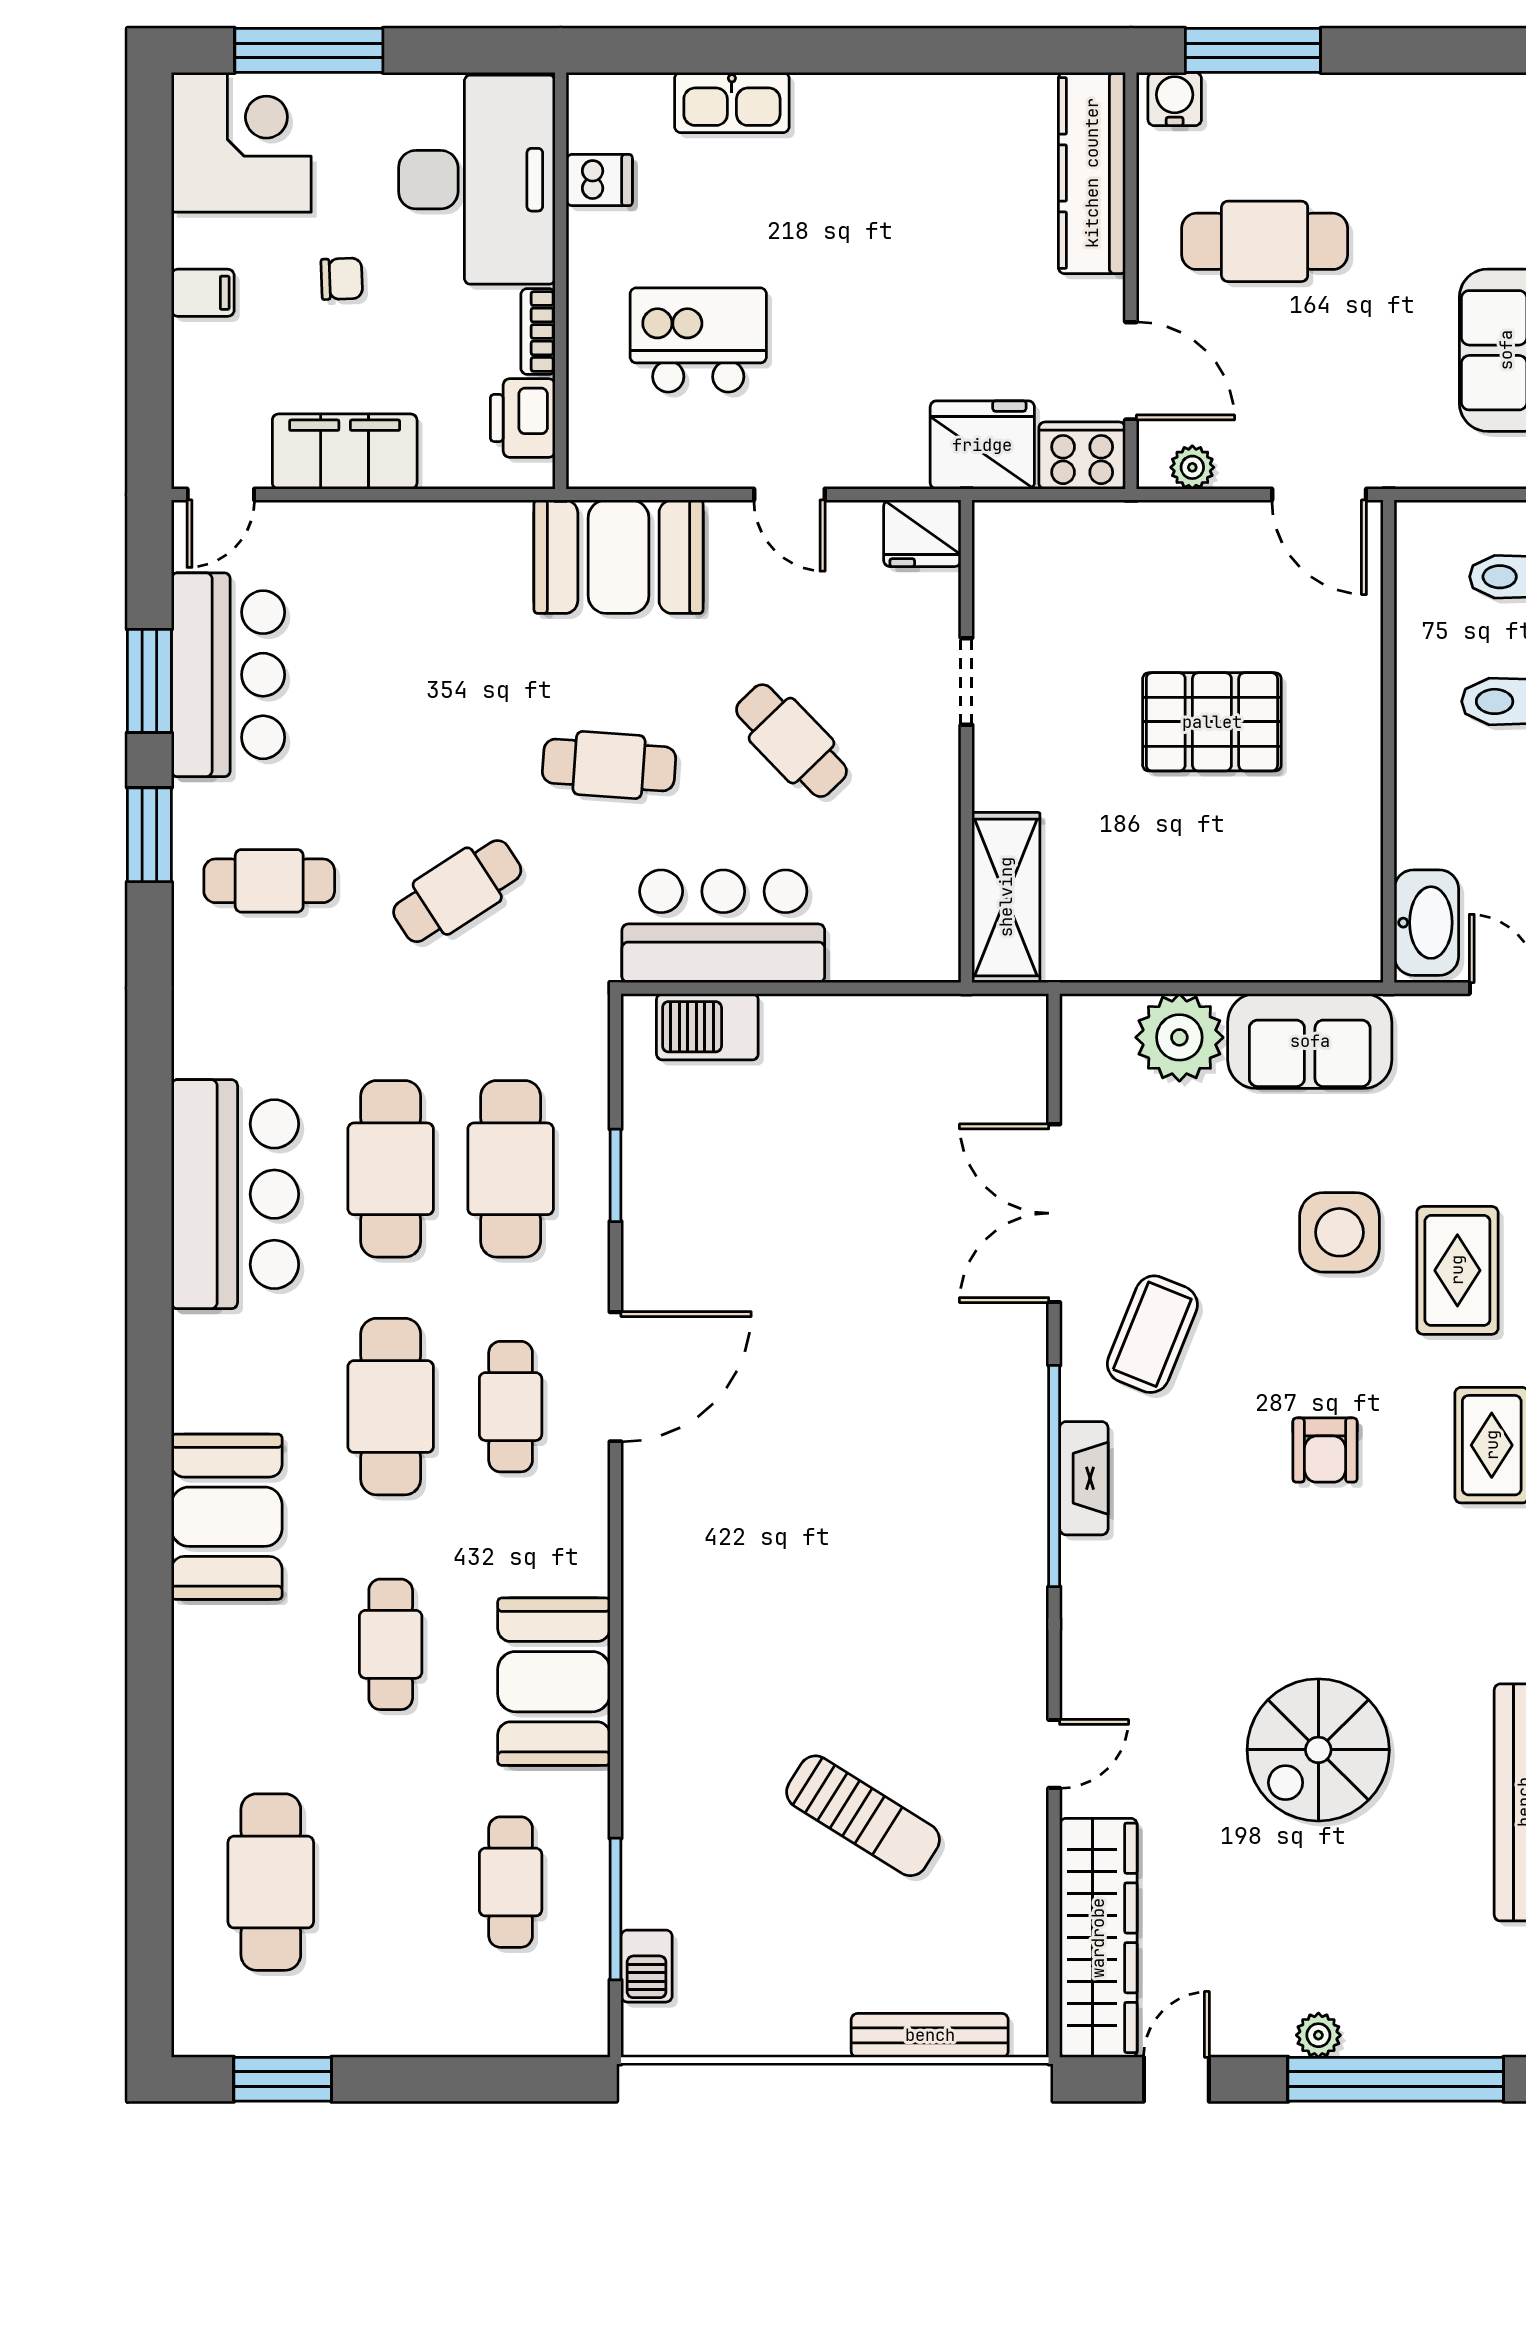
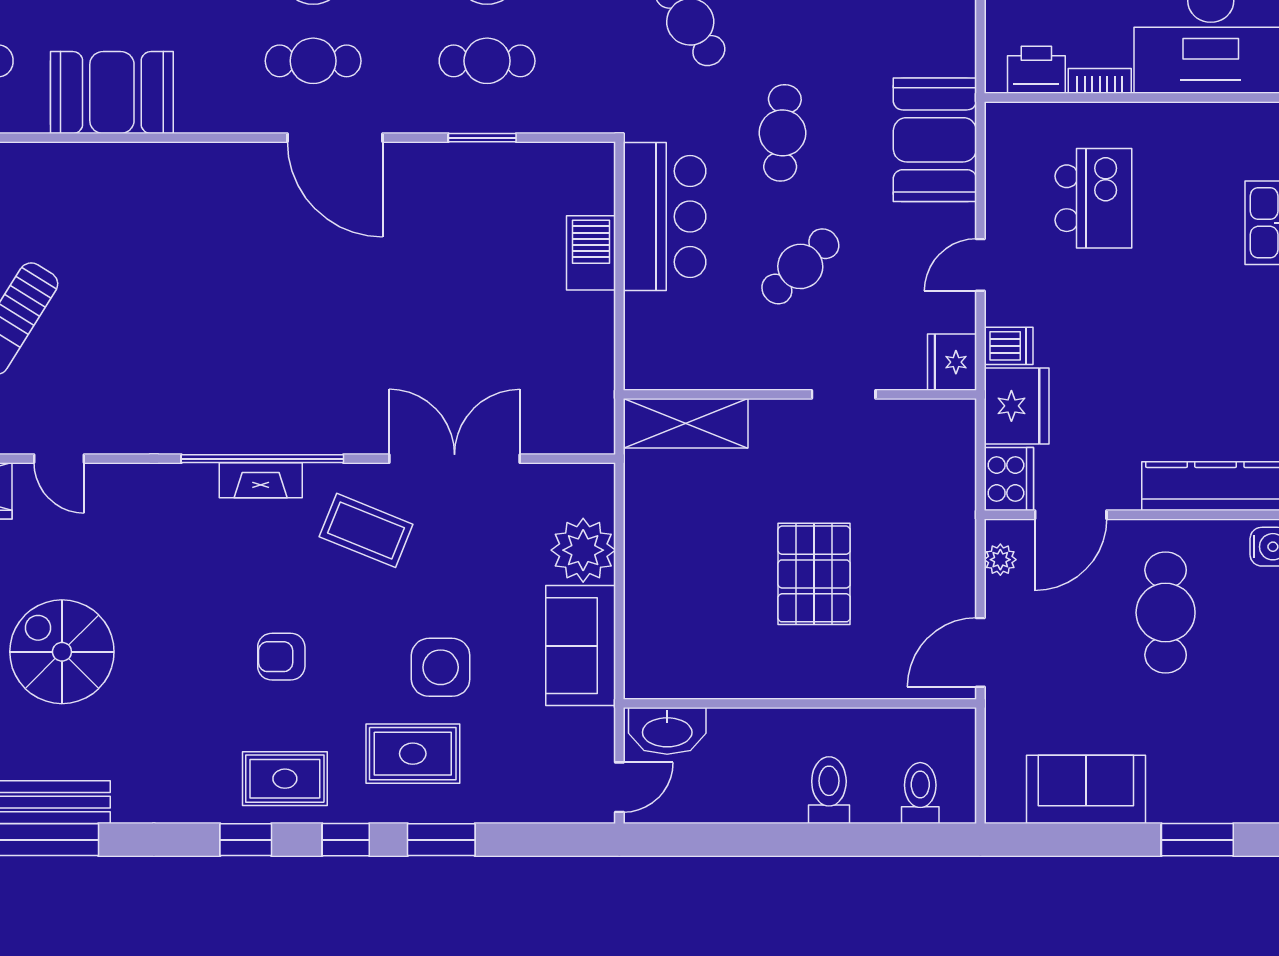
dishwasher: (599, 180) -> (1009, 346), moved, turned -90
barbecue: (707, 1027) -> (591, 253), moved
cafe table: (511, 1169) -> (487, 61), width x0.73, depth x0.74

